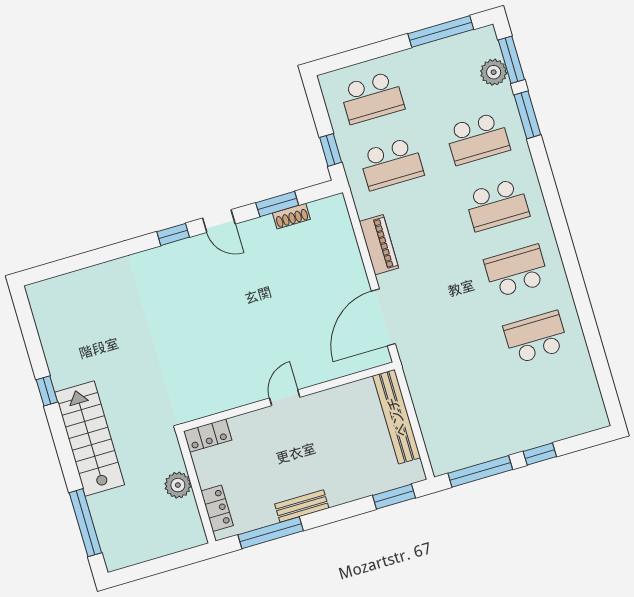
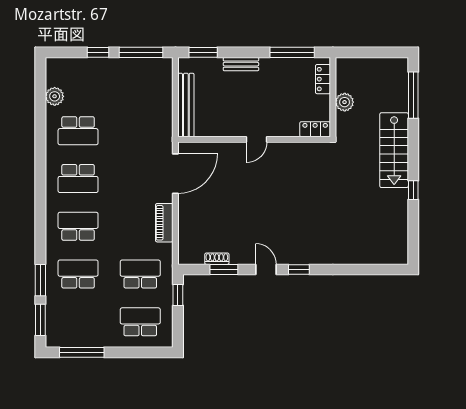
plant: (494, 72) -> (55, 96), moved
bench: (302, 506) -> (241, 64), moved

